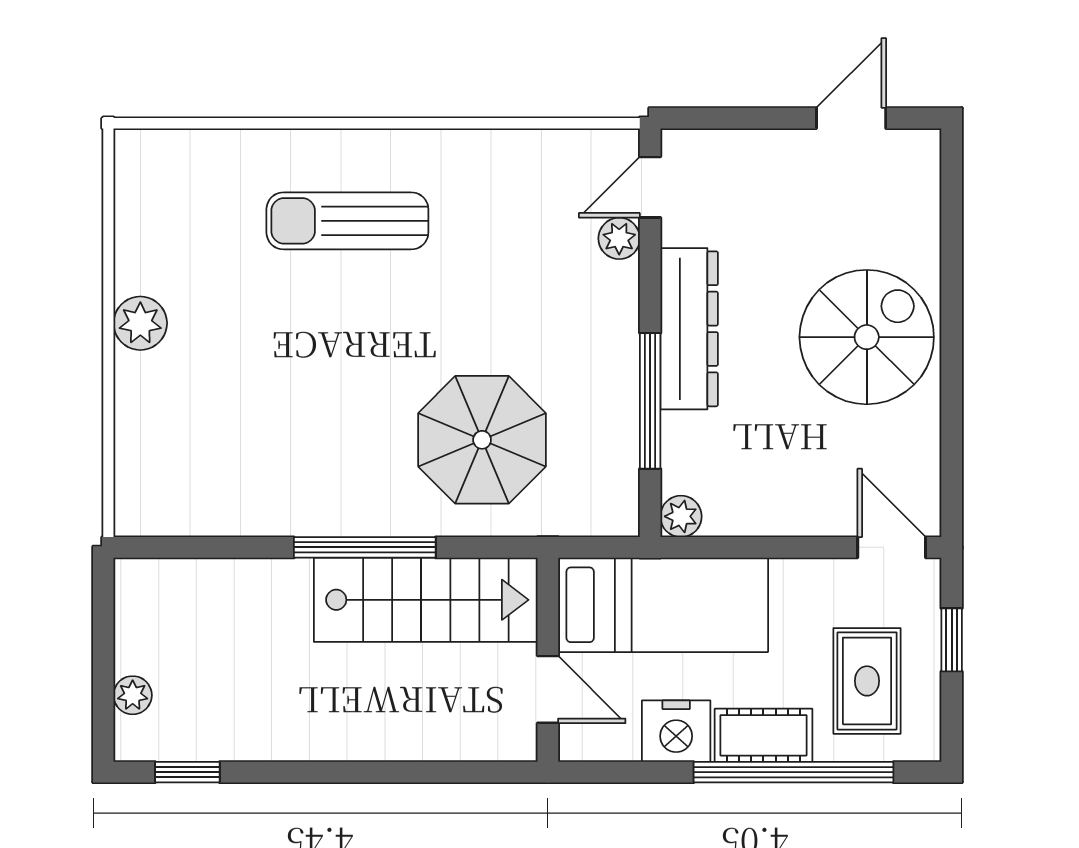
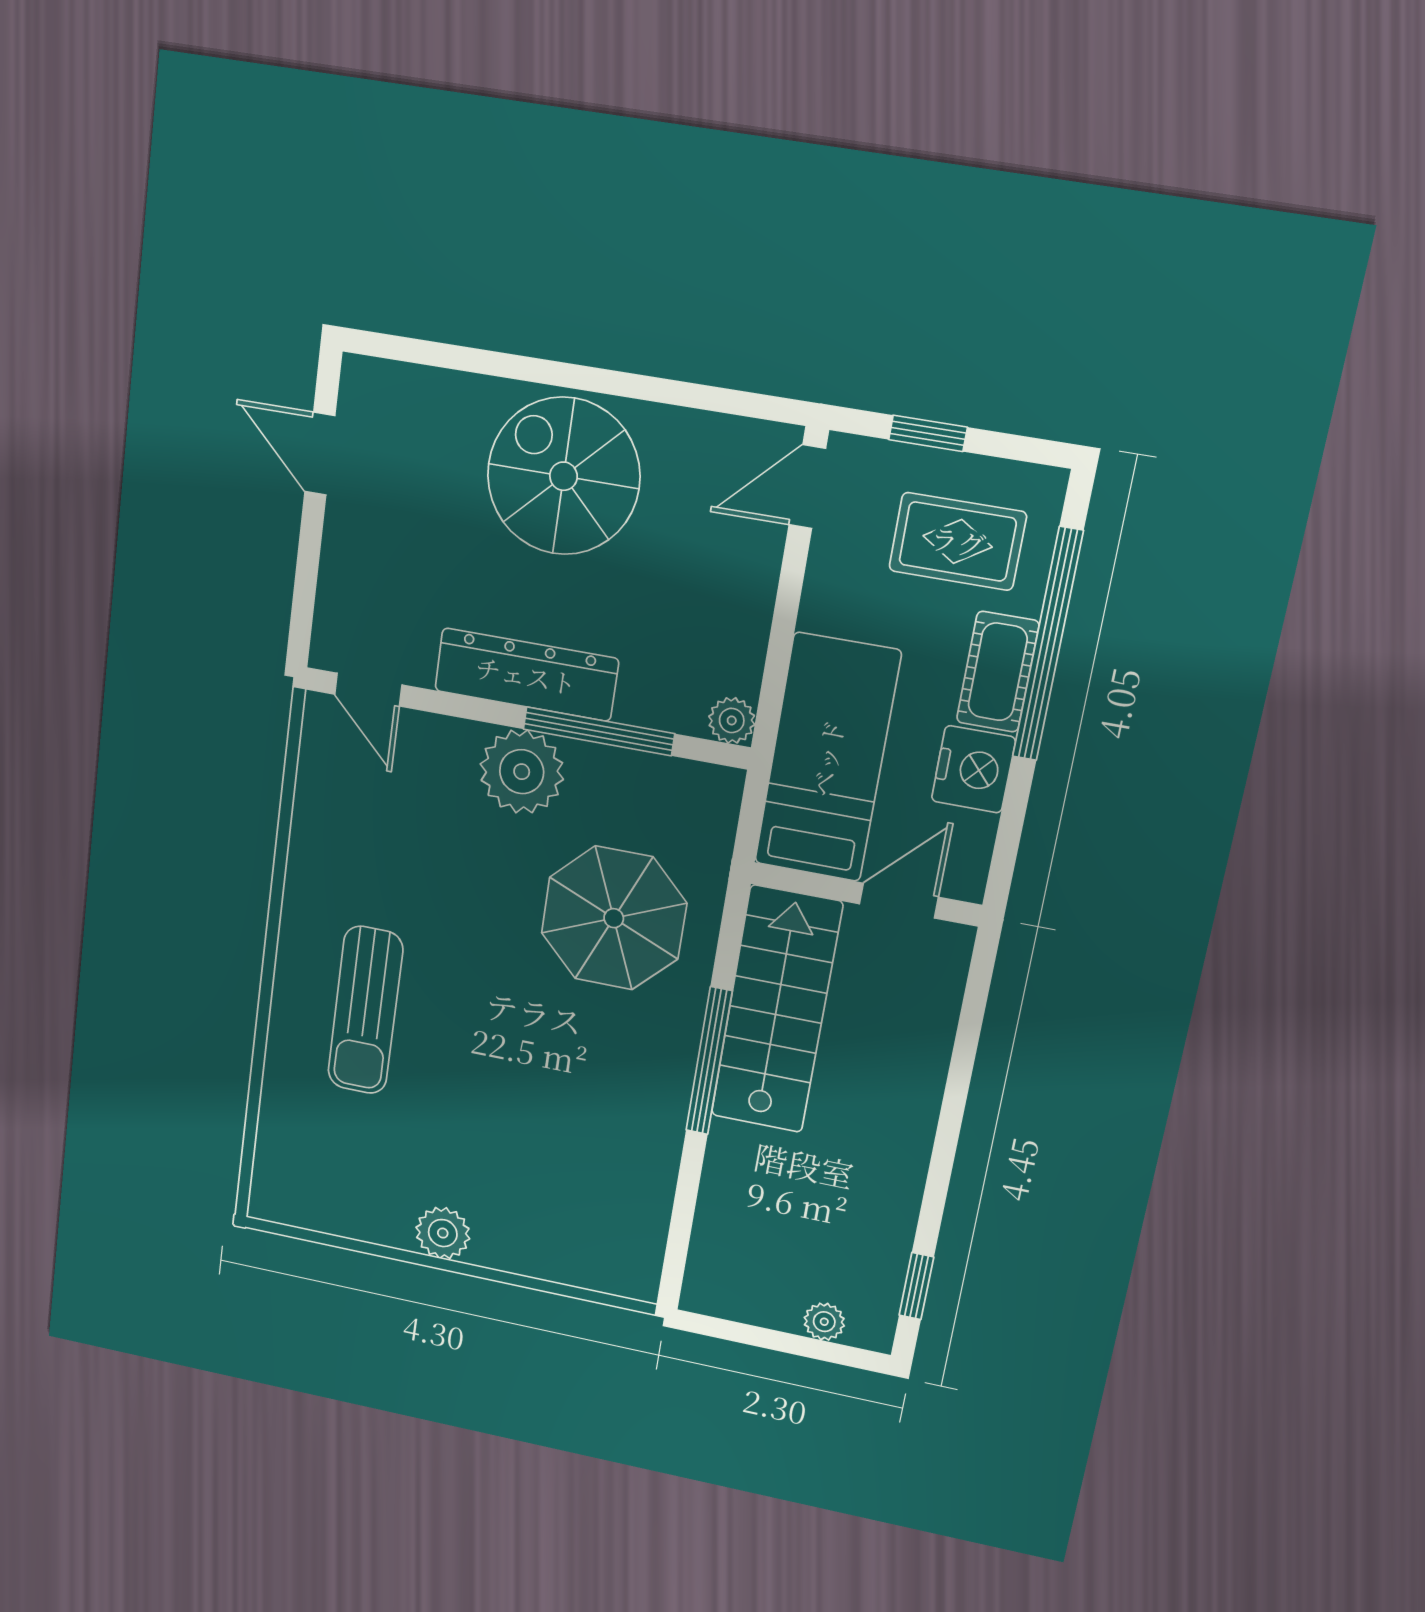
plant: (619, 238) -> (522, 772), moved, width x1.87, depth x1.87

